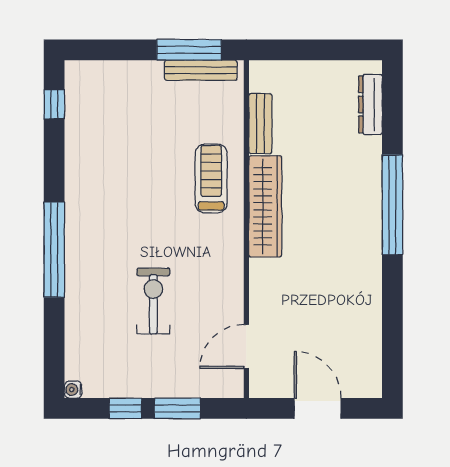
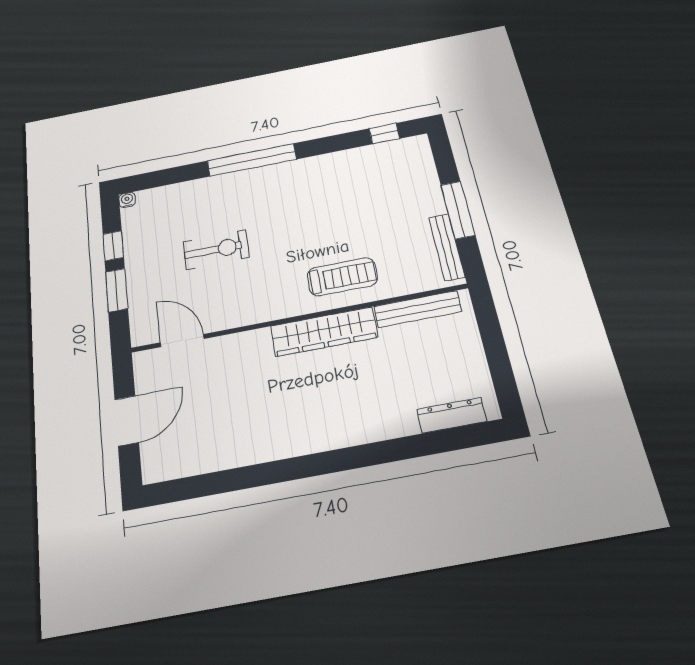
window: (189, 50) -> (458, 210), moved
bench: (260, 124) -> (418, 309), width x1.36
window: (392, 205) -> (349, 458), removed

